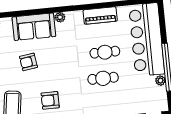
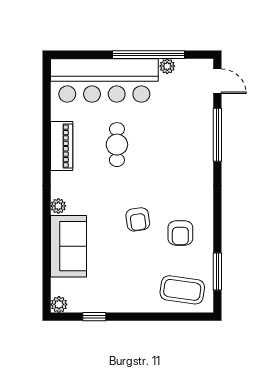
armchair: (28, 62) -> (138, 219), moved
cafe table: (103, 78) -> (155, 151), removed

